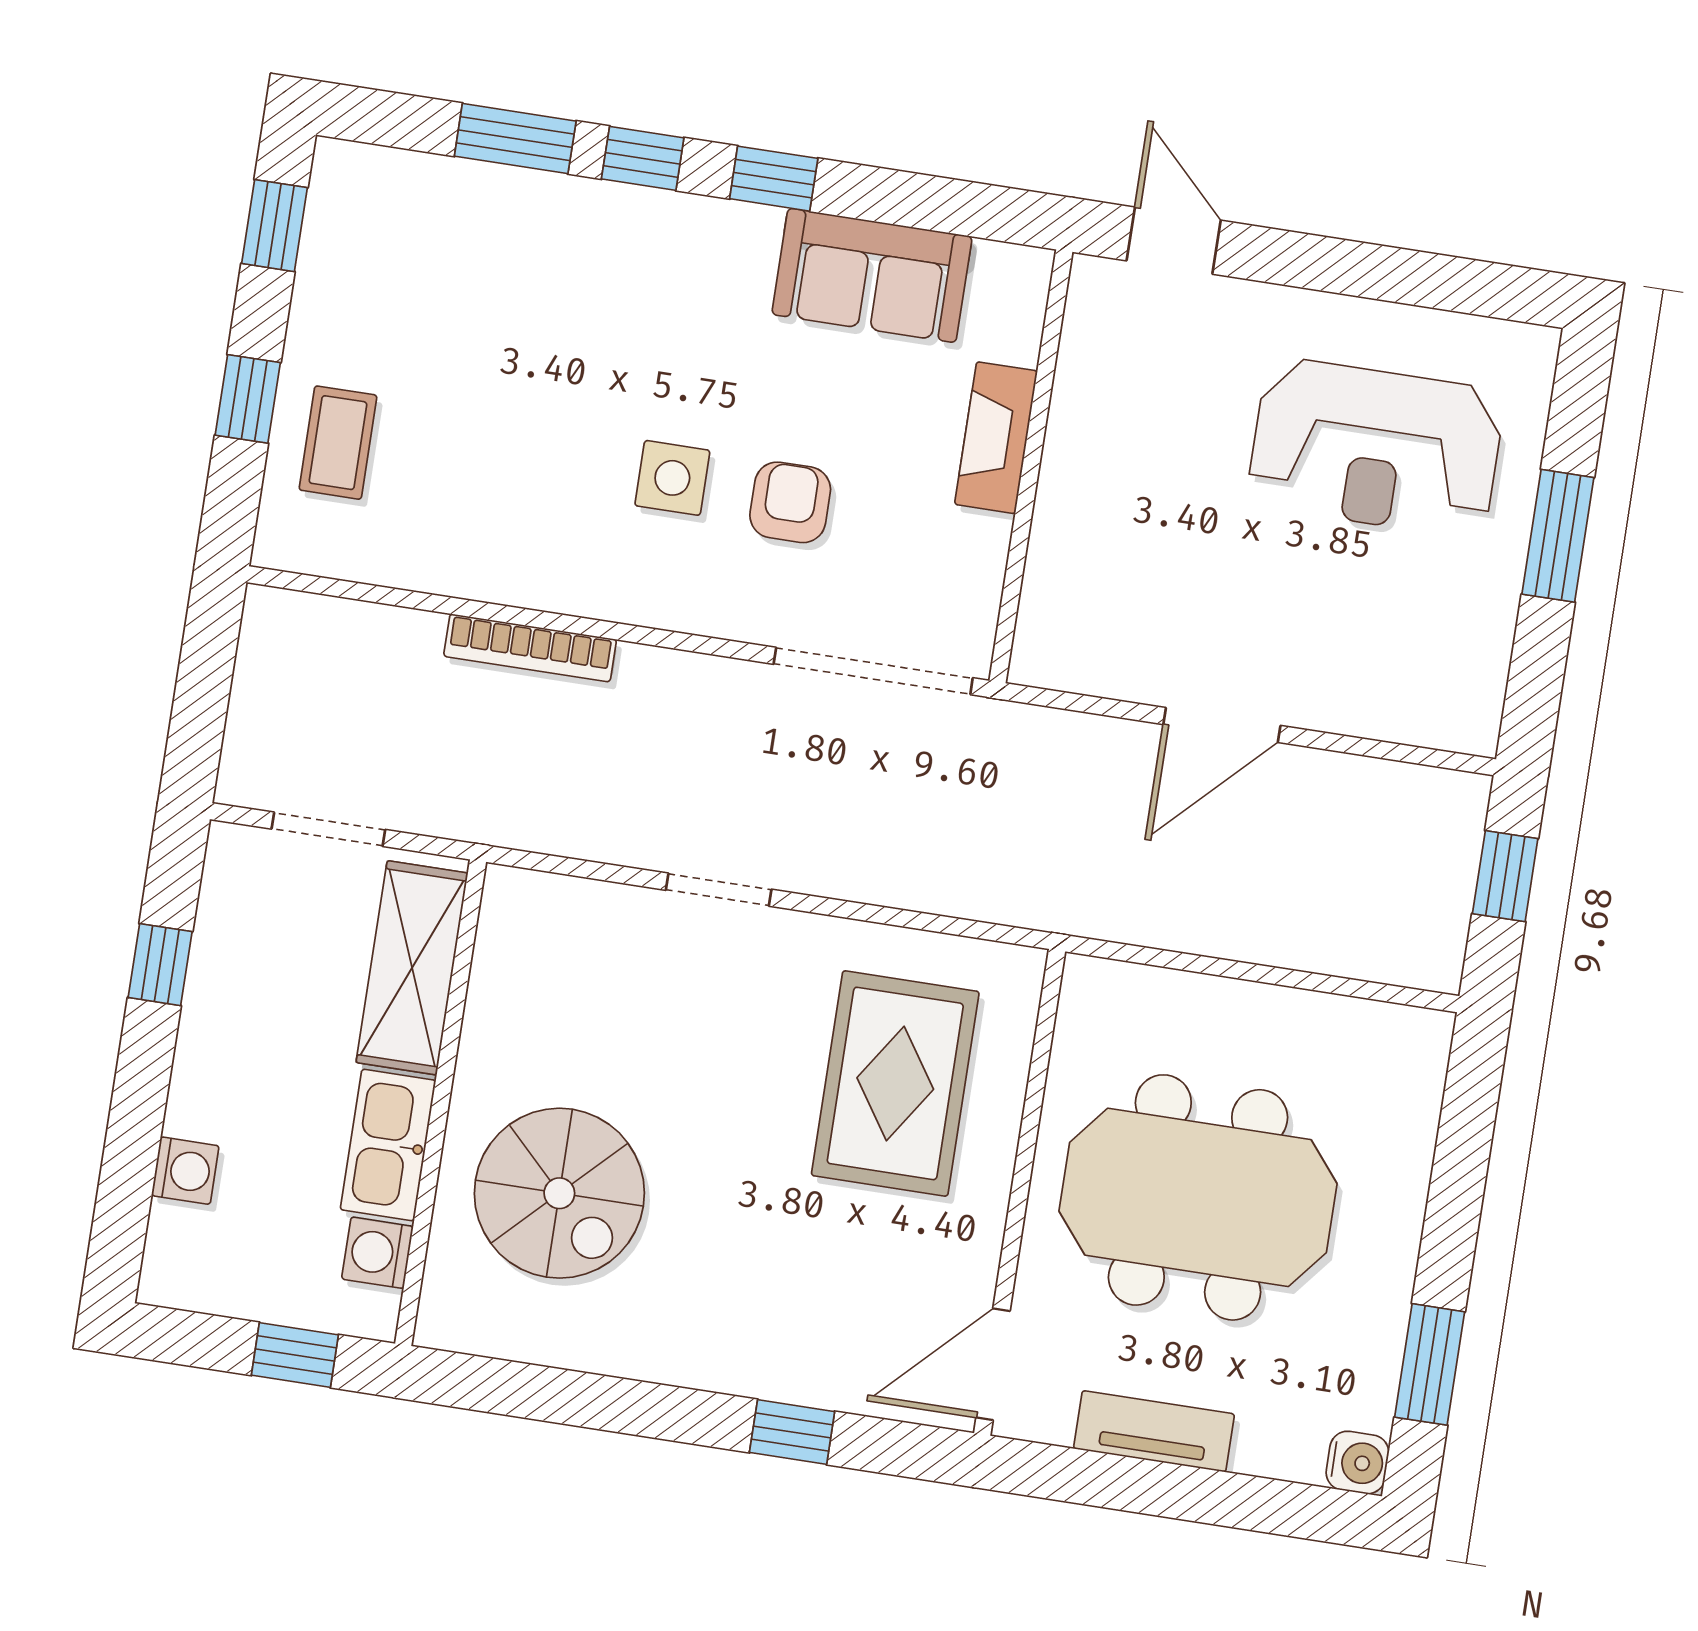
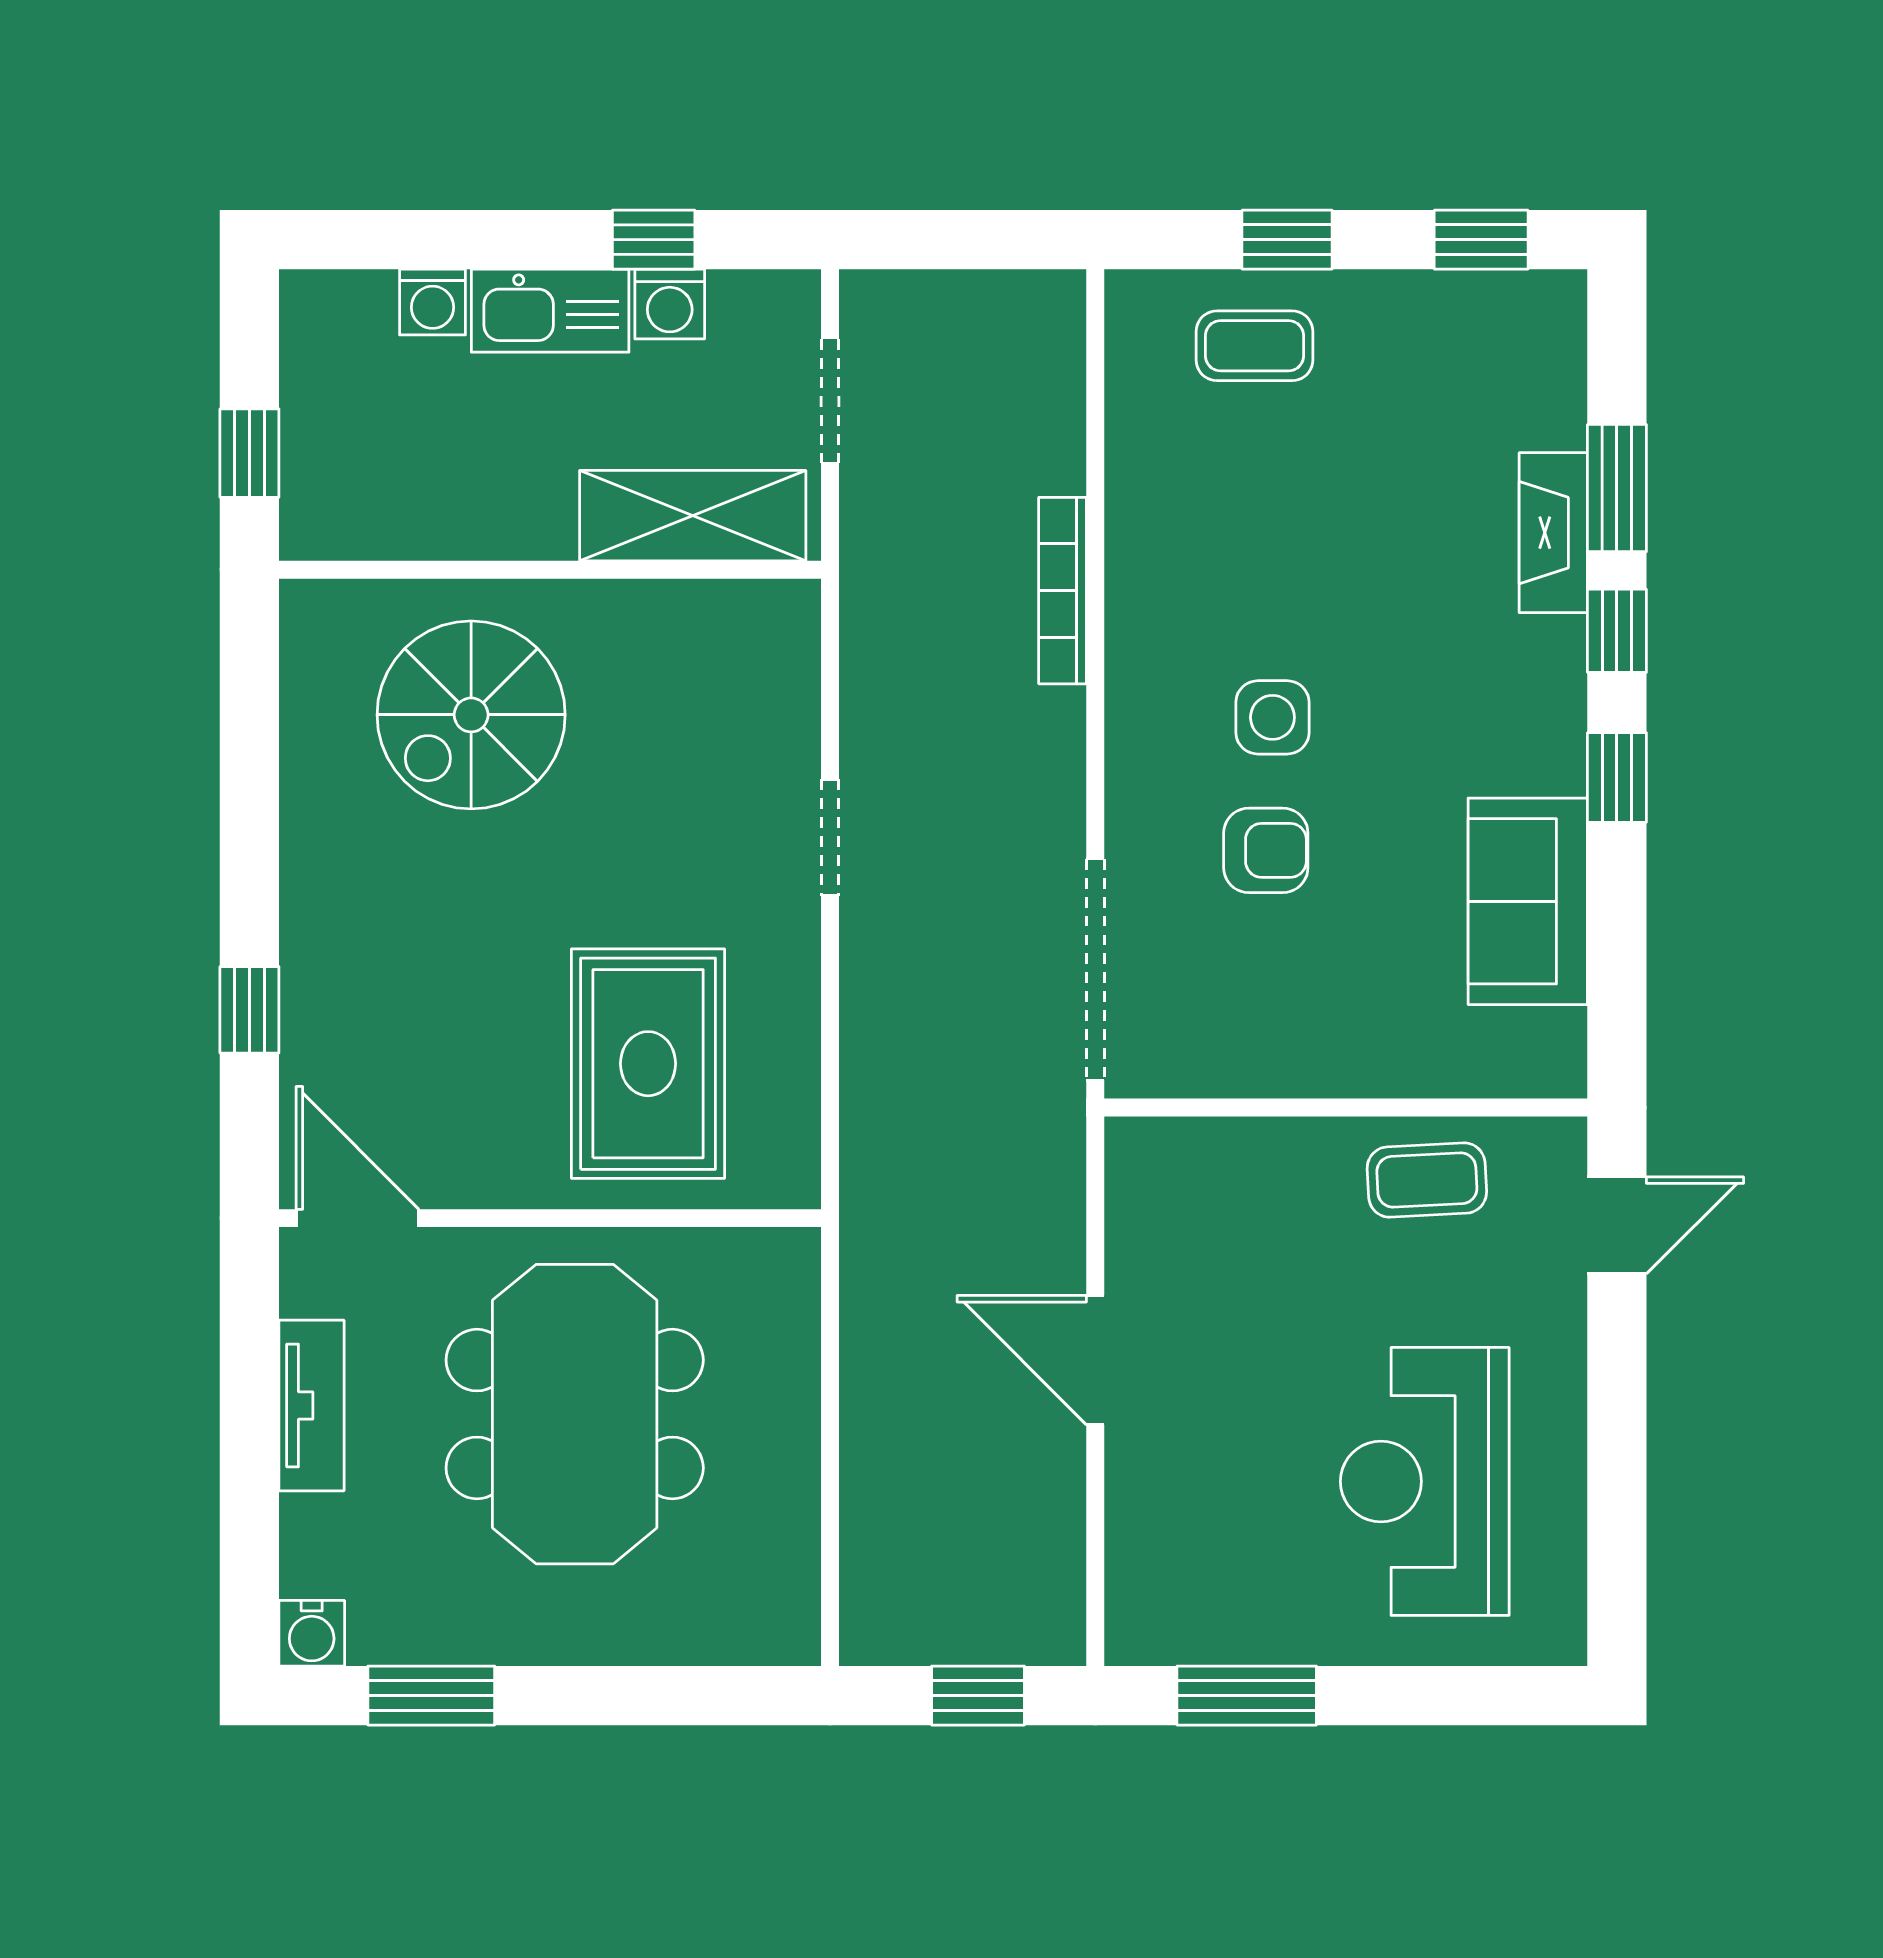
coffee table: (1107, 404) -> (1427, 1180), added
fireplace: (996, 438) -> (1553, 533), moved, turned -90
window: (1558, 536) -> (1247, 1696), moved
rug: (895, 1083) -> (648, 1064), turned 90
kitchen sink: (388, 1145) -> (550, 311), moved, turned 180
washing machine: (377, 1253) -> (670, 304), moved, turned 180

